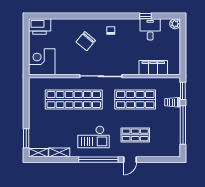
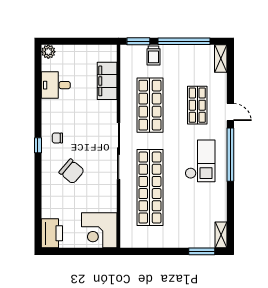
window: (146, 16) -> (38, 145), moved
shelving: (59, 152) -> (221, 59), moved

